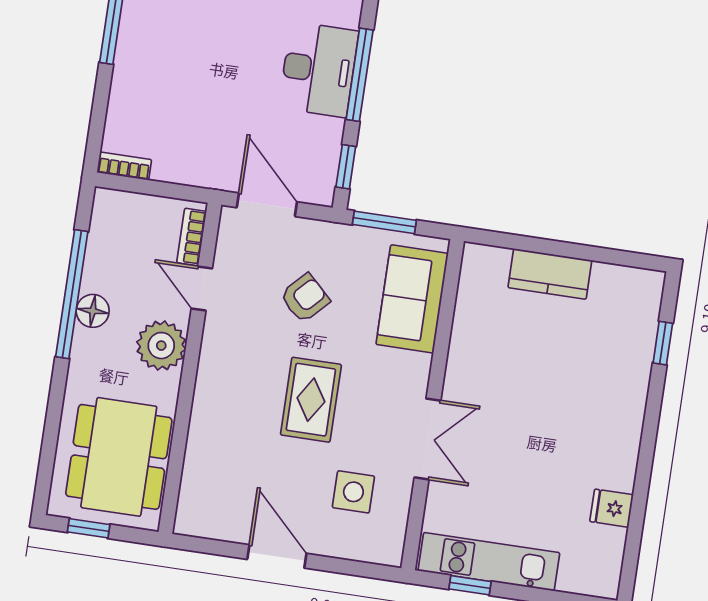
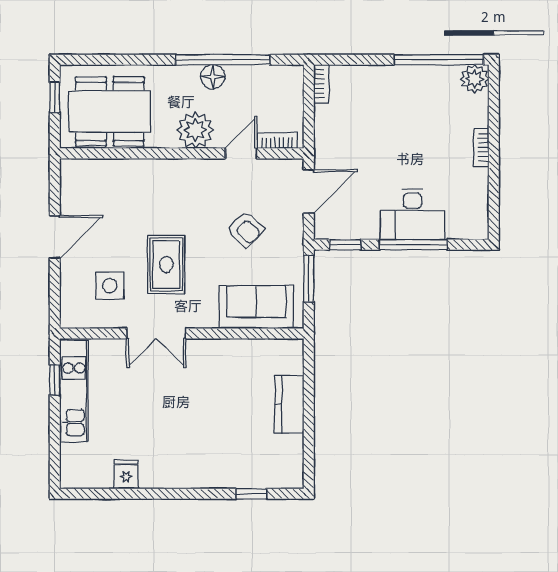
rug: (311, 400) -> (166, 265), moved, turned 90

